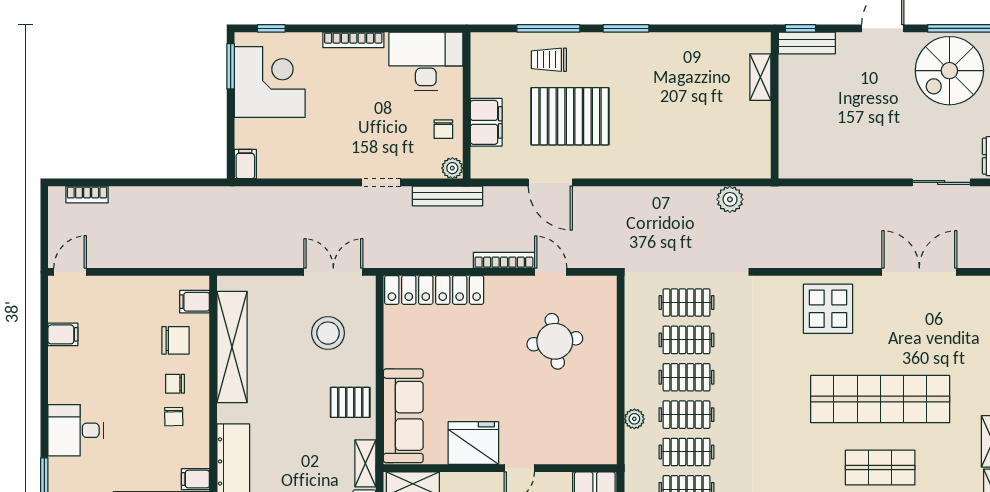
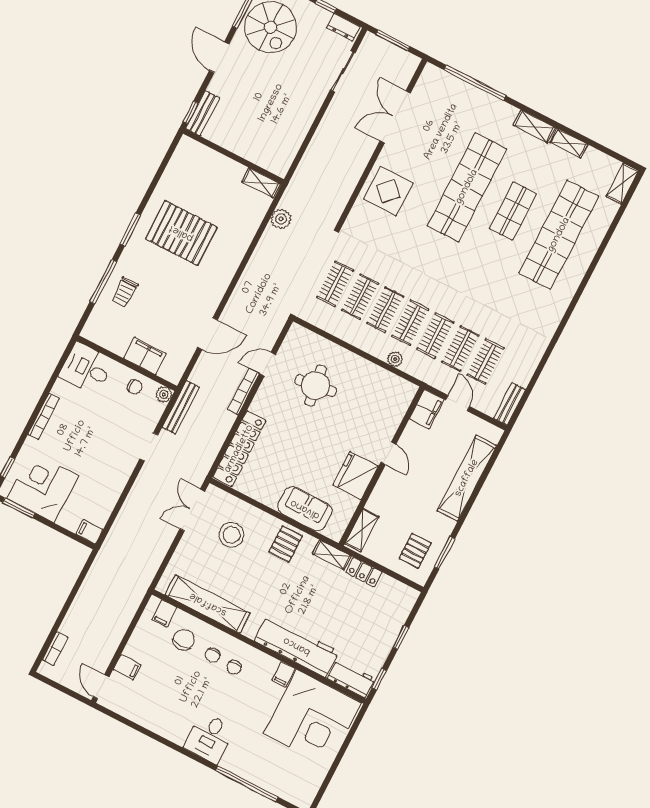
desk: (426, 61) -> (86, 368), width x0.73
shelving: (760, 77) -> (261, 183), moved
pallet: (570, 116) -> (181, 233), moved, turned 90
filing cabinet: (63, 334) -> (127, 667), moved, turned 90
sofa: (403, 416) -> (305, 509), width x0.73
chair: (174, 417) -> (234, 667), turned 91

